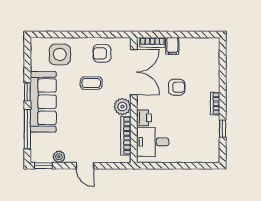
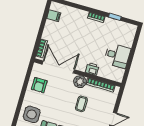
filing cabinet: (172, 46) -> (54, 16), moved
coffee table: (91, 83) -> (81, 104), moved
armchair: (177, 87) -> (77, 40), removed
desk: (153, 142) -> (117, 56), moved, turned -90

